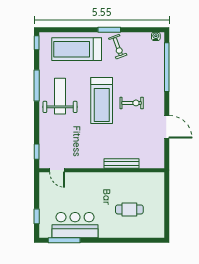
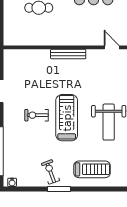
treadmill: (77, 49) -> (92, 169), width x0.73, depth x0.73
bench: (122, 164) -> (68, 54), moved

